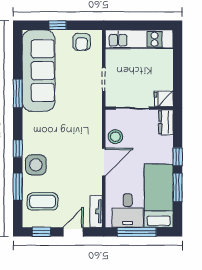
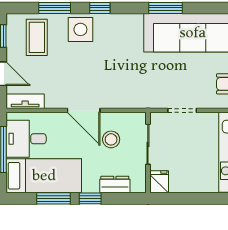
dresser: (166, 122) -> (115, 185), moved
stool: (115, 137) -> (111, 139), moved

